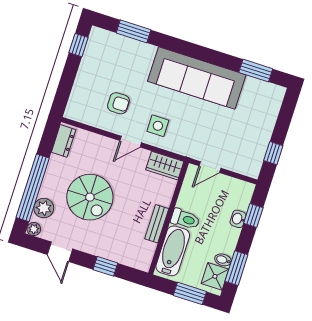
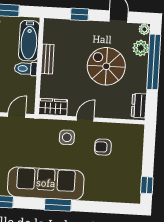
window: (134, 31) -> (58, 205), moved

